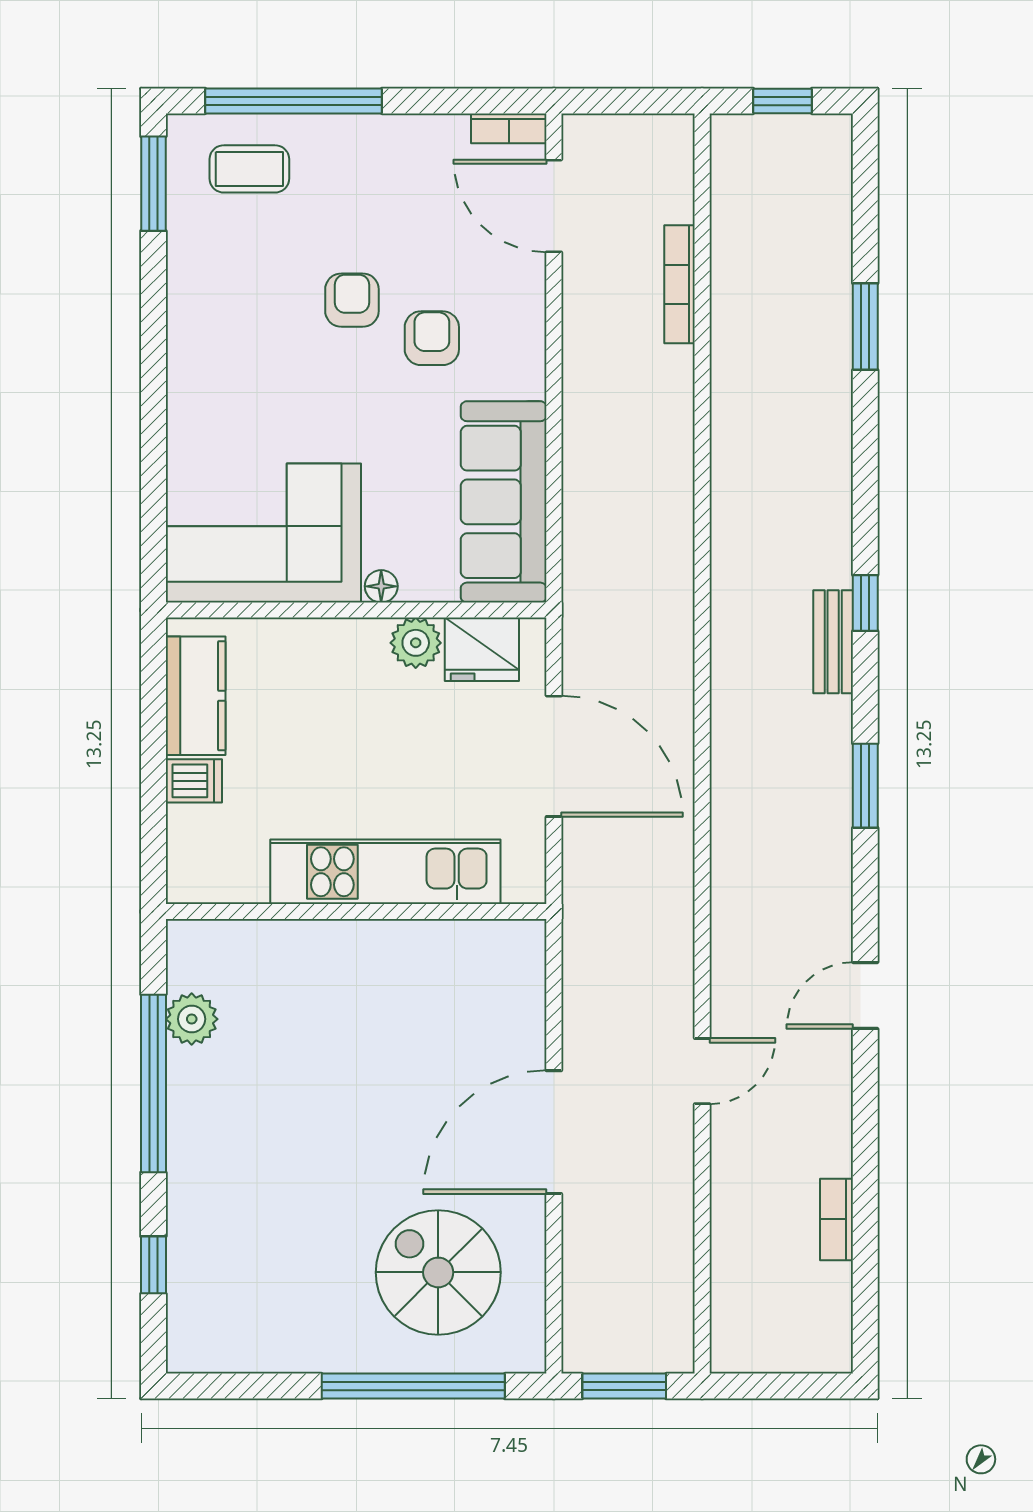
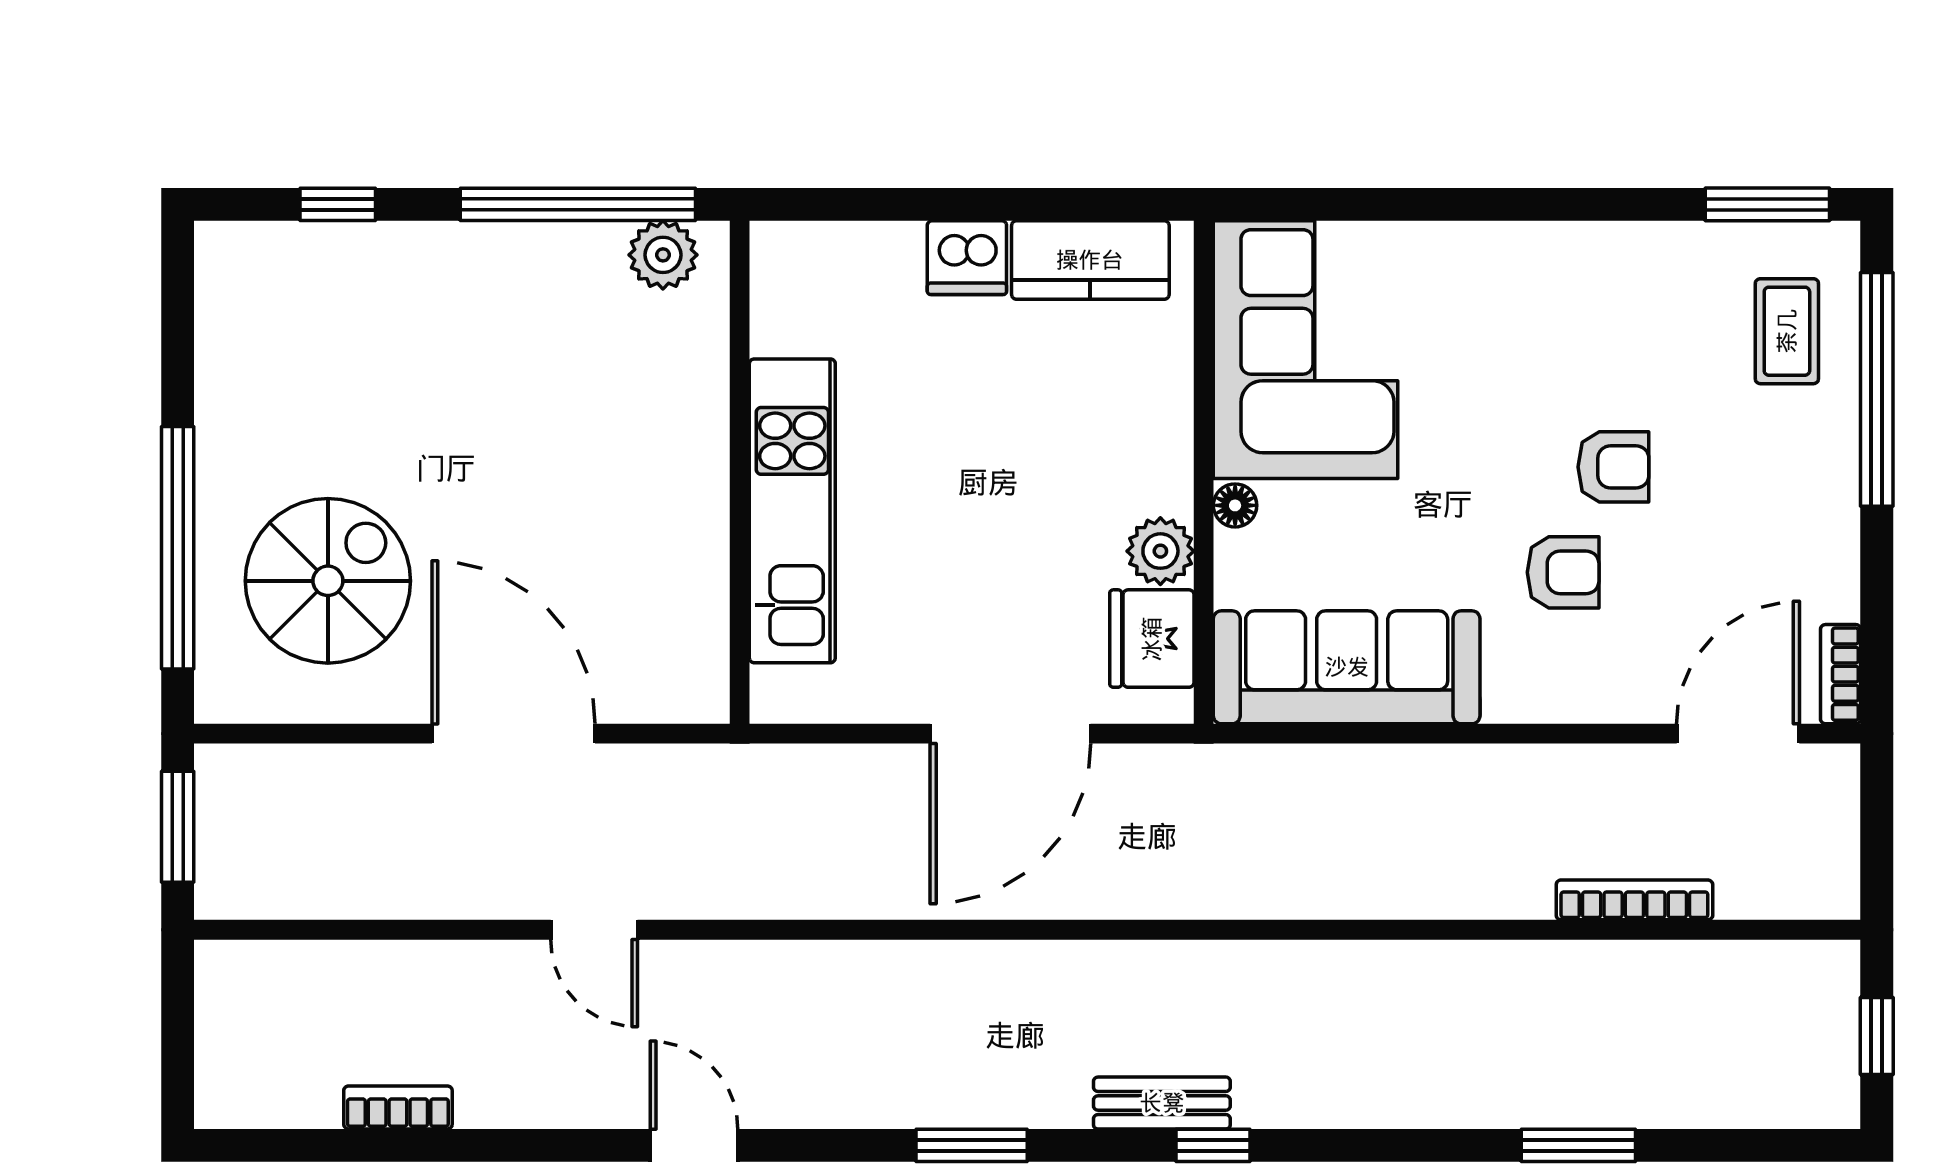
dishwasher: (194, 781) -> (967, 258), width x1.38
kitchen unit: (385, 872) -> (792, 511), moved
wall: (356, 912) -> (740, 472), moved

